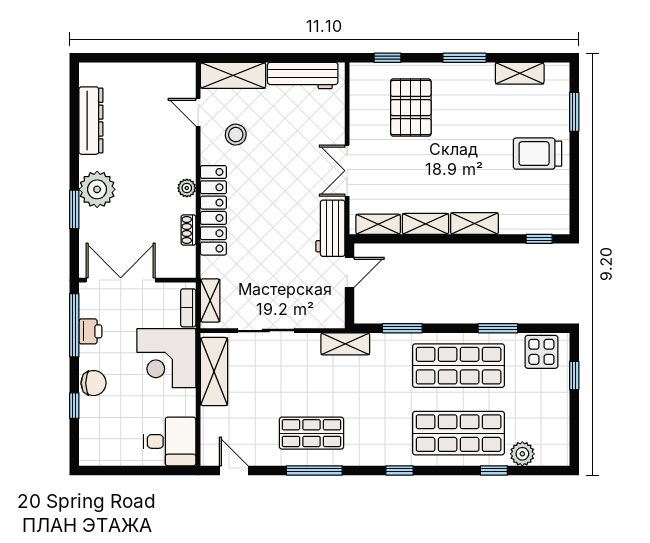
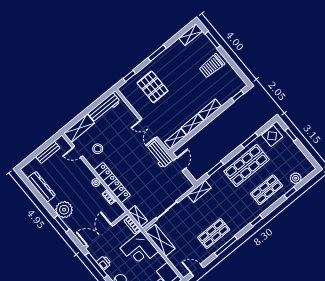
bench: (149, 72) -> (48, 152), added
shelving: (520, 73) -> (191, 35), moved
shop shelf: (459, 433) -> (267, 190), width x0.70, depth x0.74

